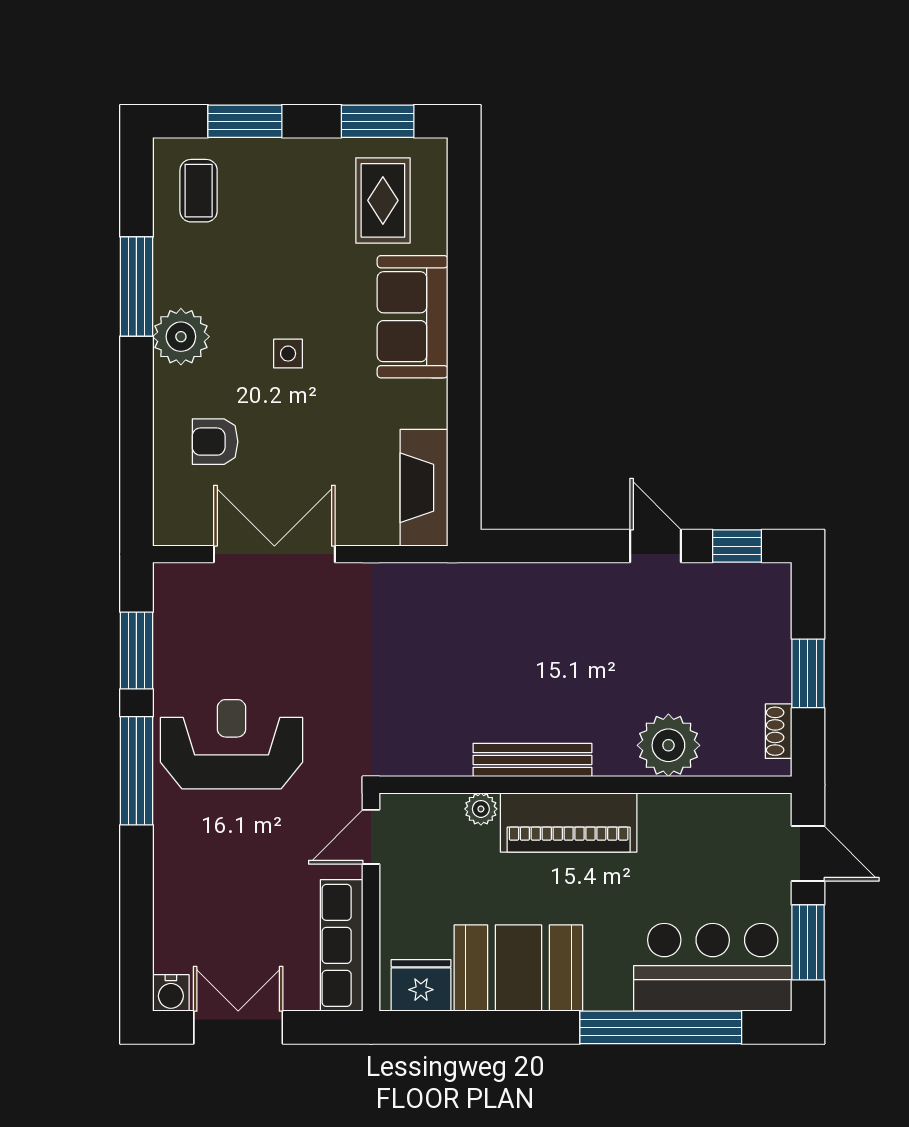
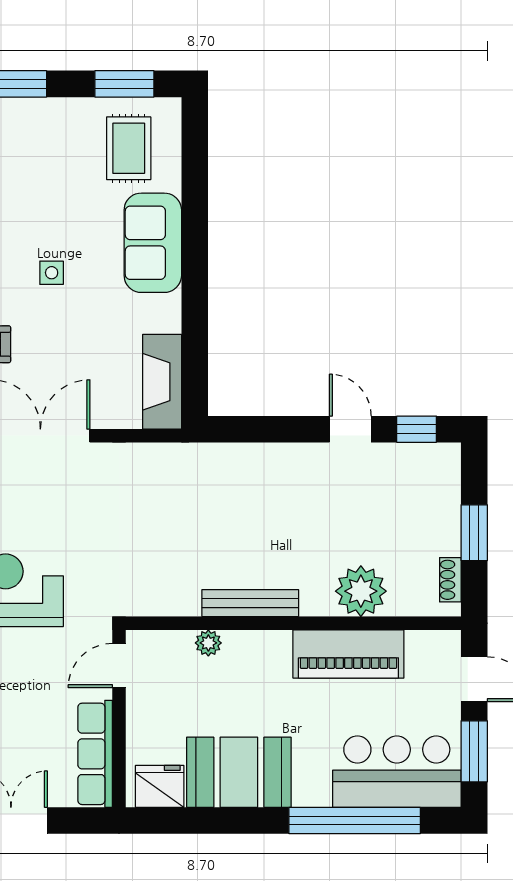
piano: (569, 822) -> (348, 654), moved

